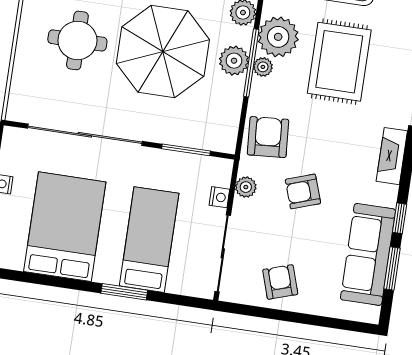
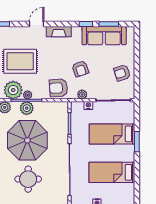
bed: (65, 227) -> (112, 172), width x0.67

